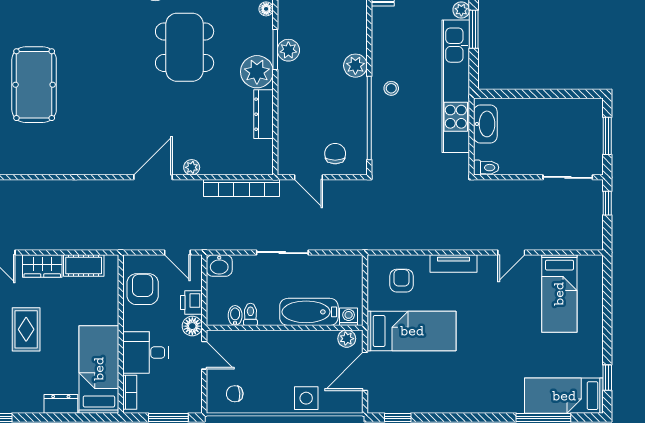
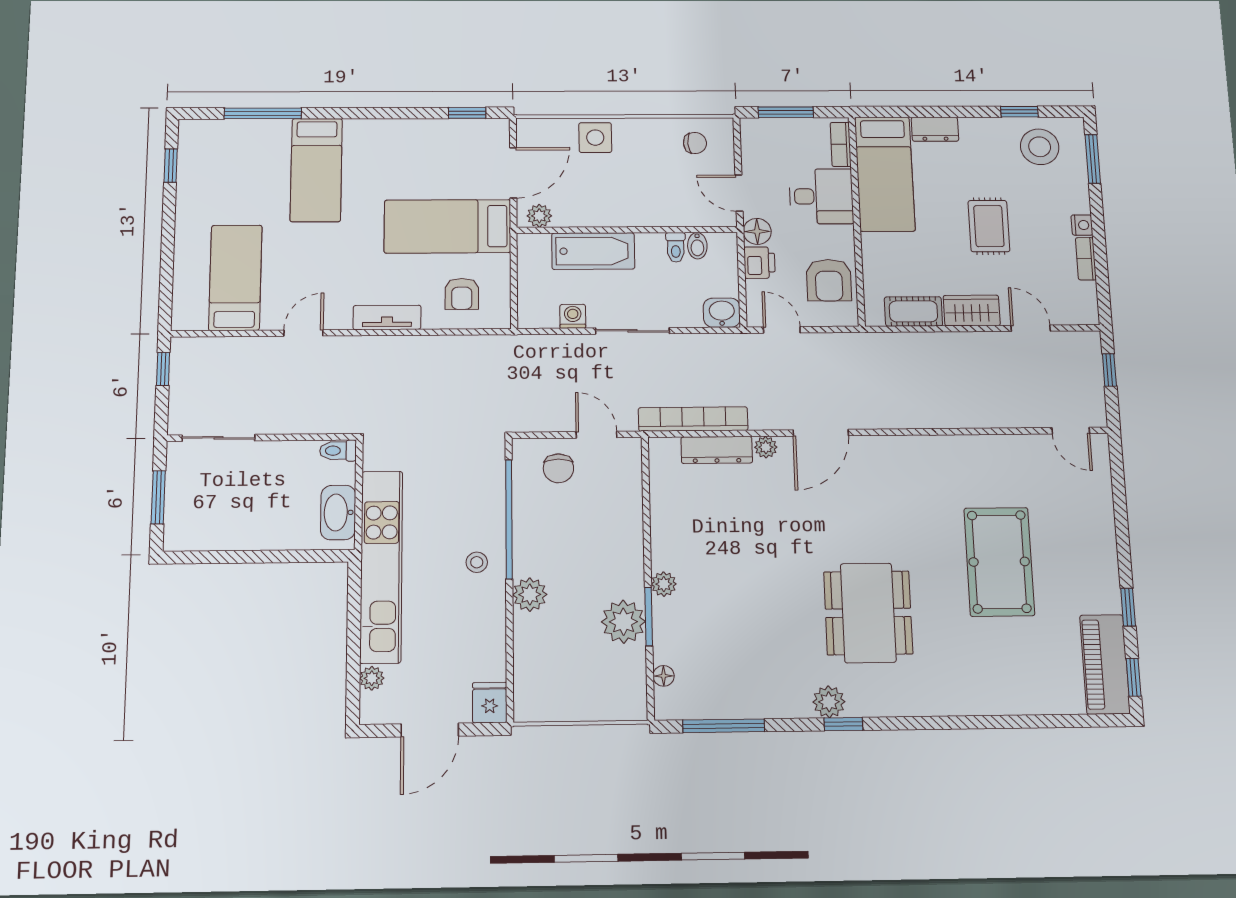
window: (474, 29) -> (354, 650), removed
dining table: (185, 47) -> (868, 613), moved
plant: (288, 50) -> (623, 622), width x1.36, depth x1.36
plant: (257, 72) -> (664, 584), width x0.53, depth x0.53
dresser: (264, 114) -> (717, 450), moved, turned 90
window: (607, 203) -> (163, 369), moved
washing machine: (349, 317) -> (573, 316), moved, turned 180
bed: (564, 396) -> (316, 170), moved, turned 90

